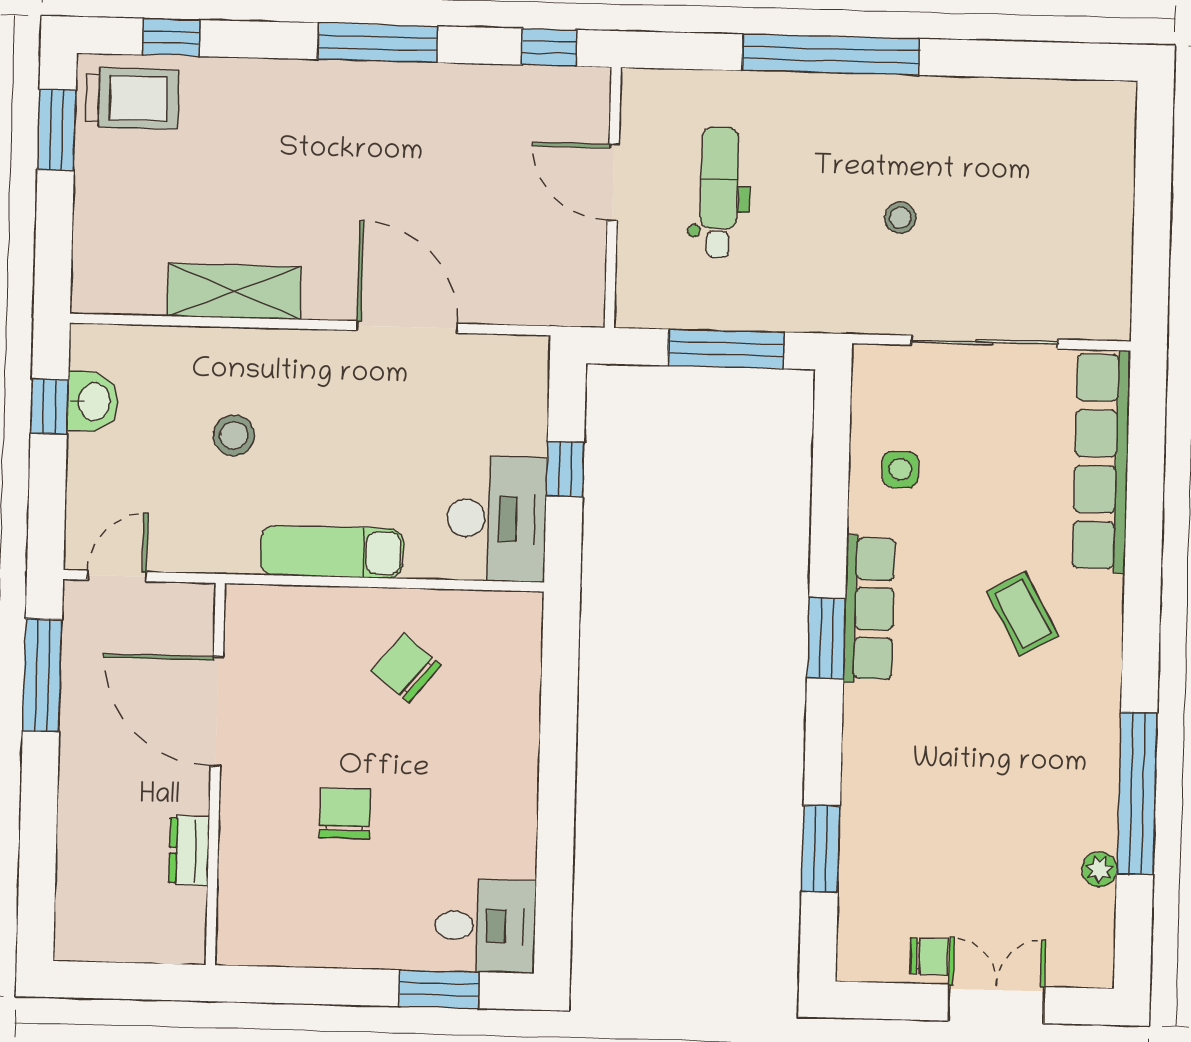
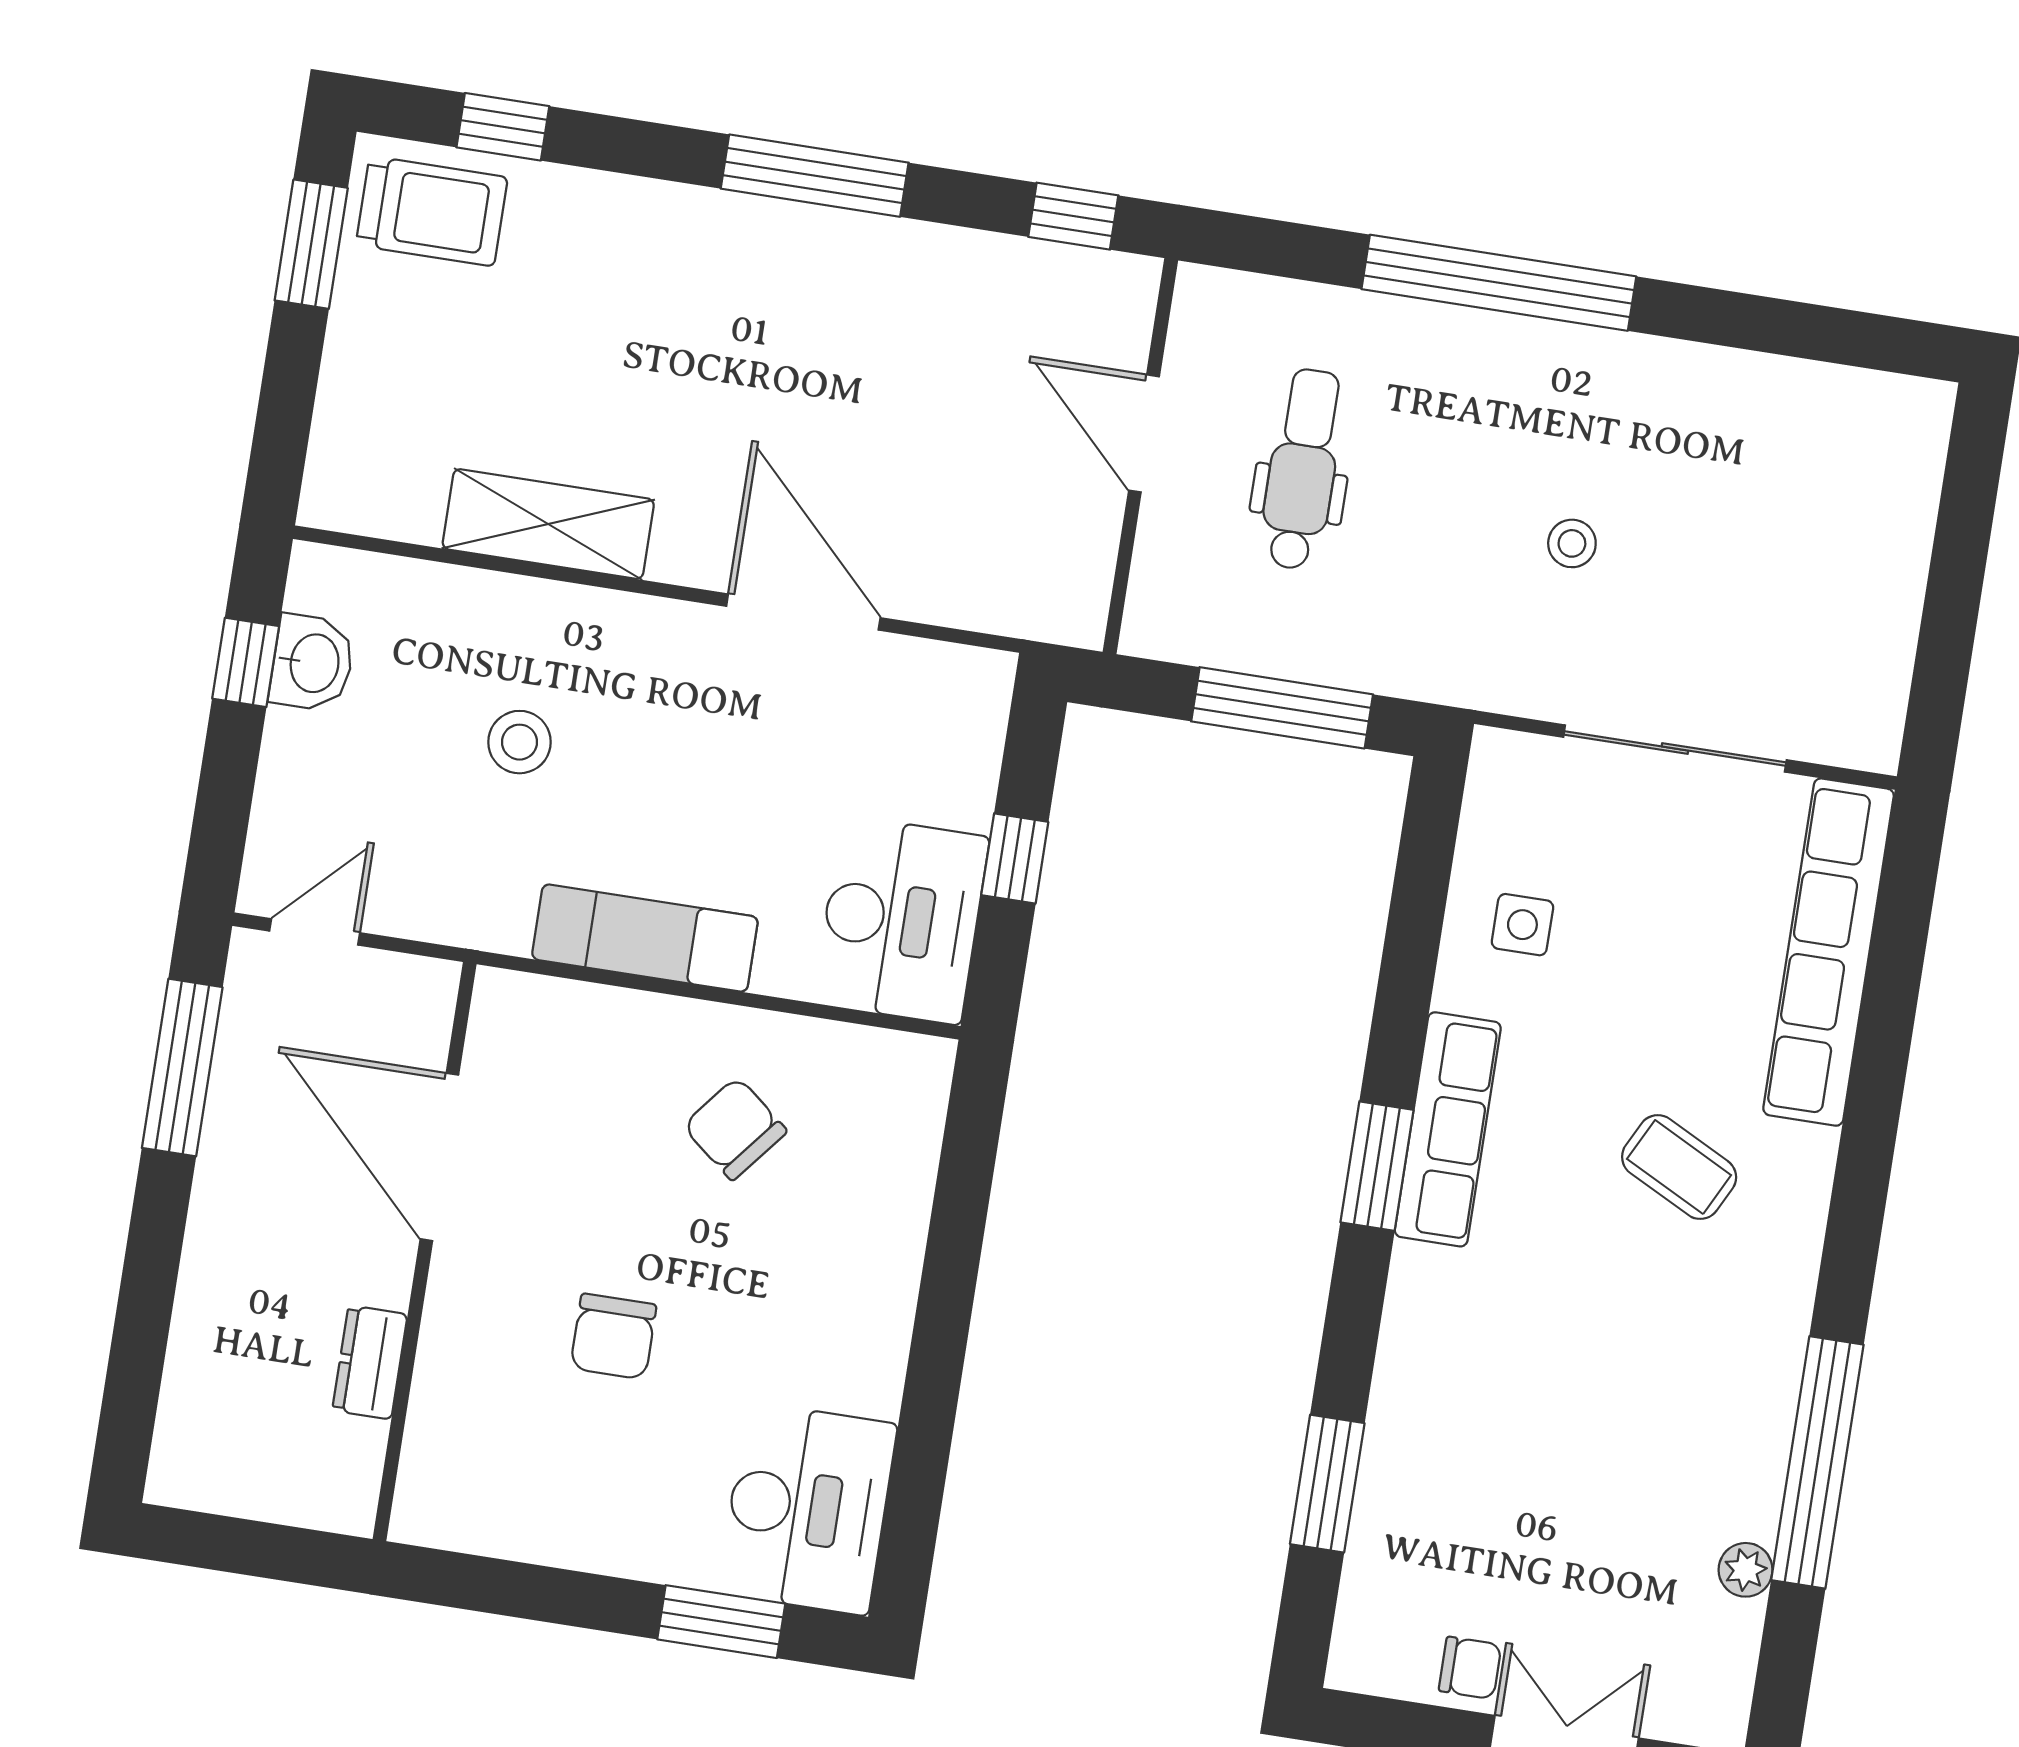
coffee table: (1022, 613) -> (1679, 1167), turned -34
chair: (345, 813) -> (613, 1336), turned 180
desk: (485, 926) -> (808, 1509), width x1.37

